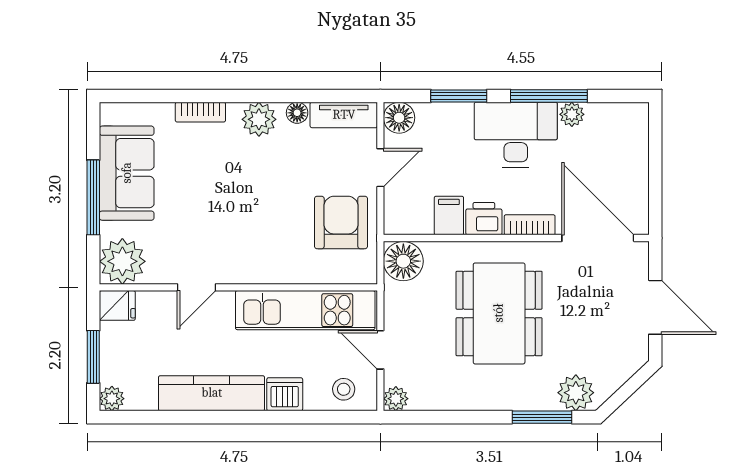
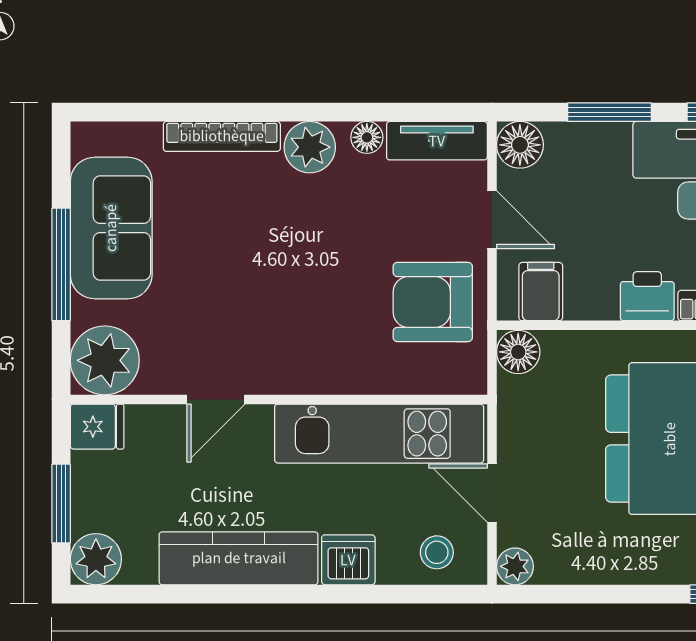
bookcase: (200, 112) -> (222, 136), width x1.56
door: (380, 168) -> (492, 220), hinge flipped
filing cabinet: (449, 216) -> (541, 292), moved
armchair: (341, 222) -> (433, 302), turned -90
floor lamp: (403, 261) -> (518, 352), width x0.73, depth x0.73
plant: (112, 399) -> (96, 559), width x1.38, depth x1.38

